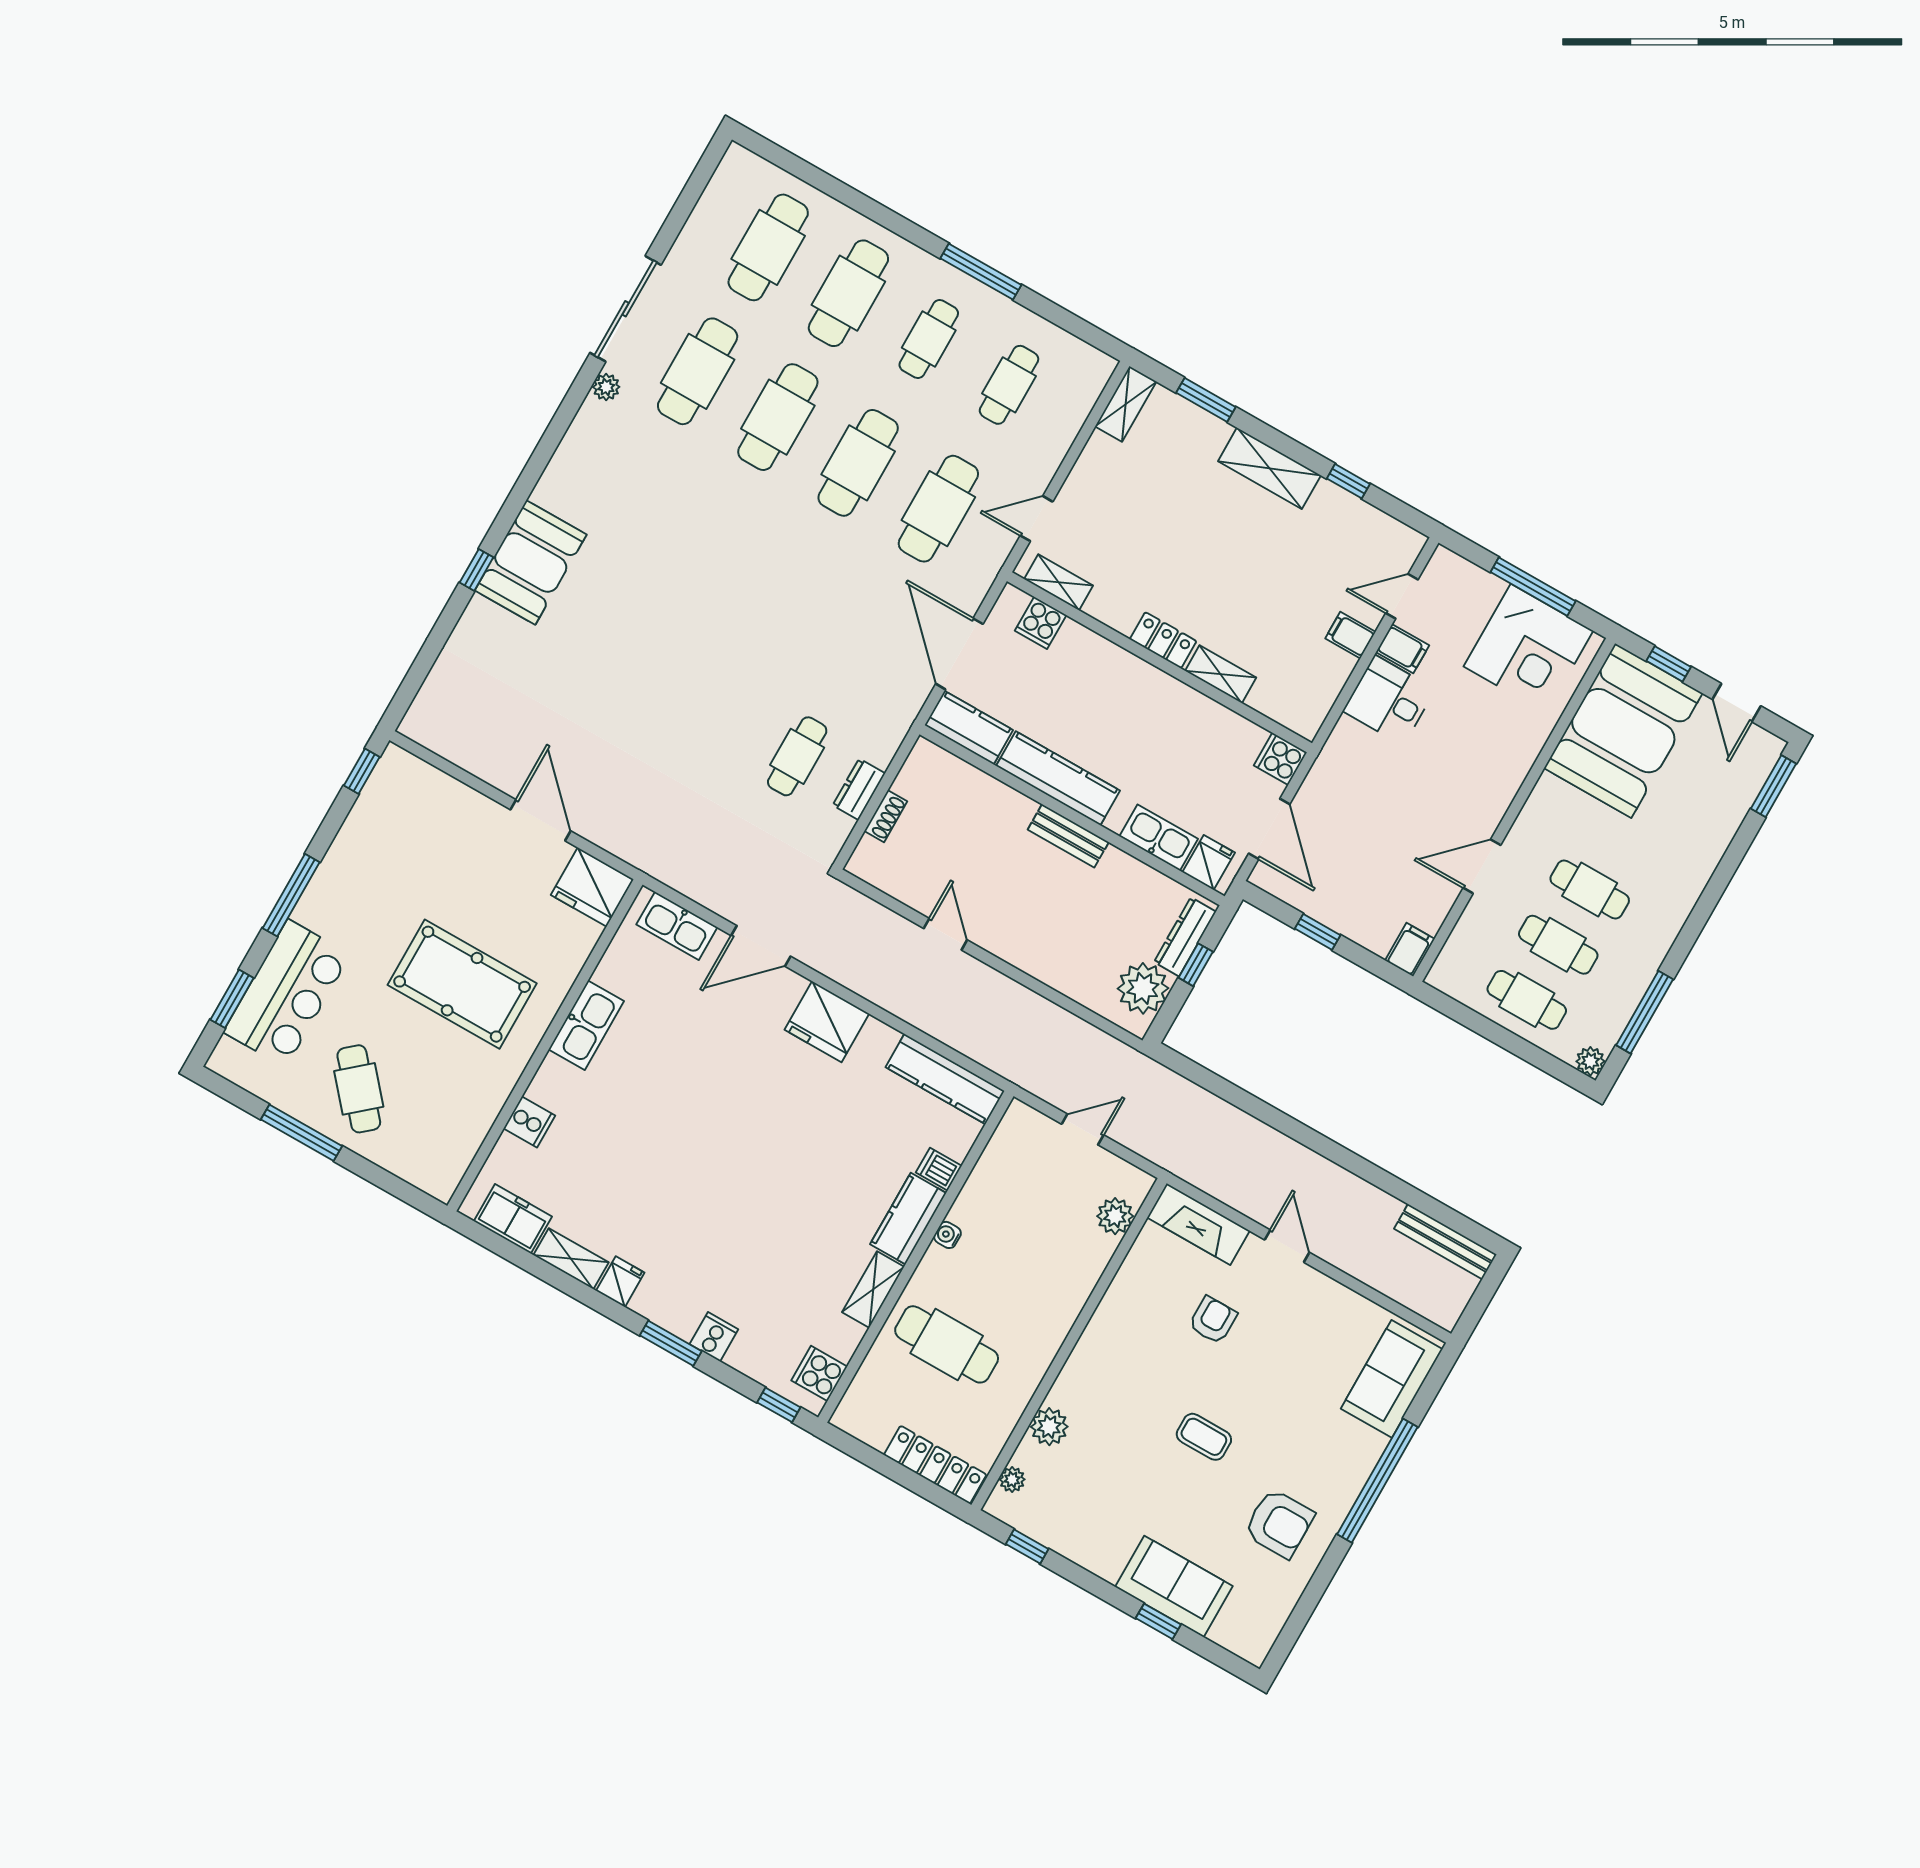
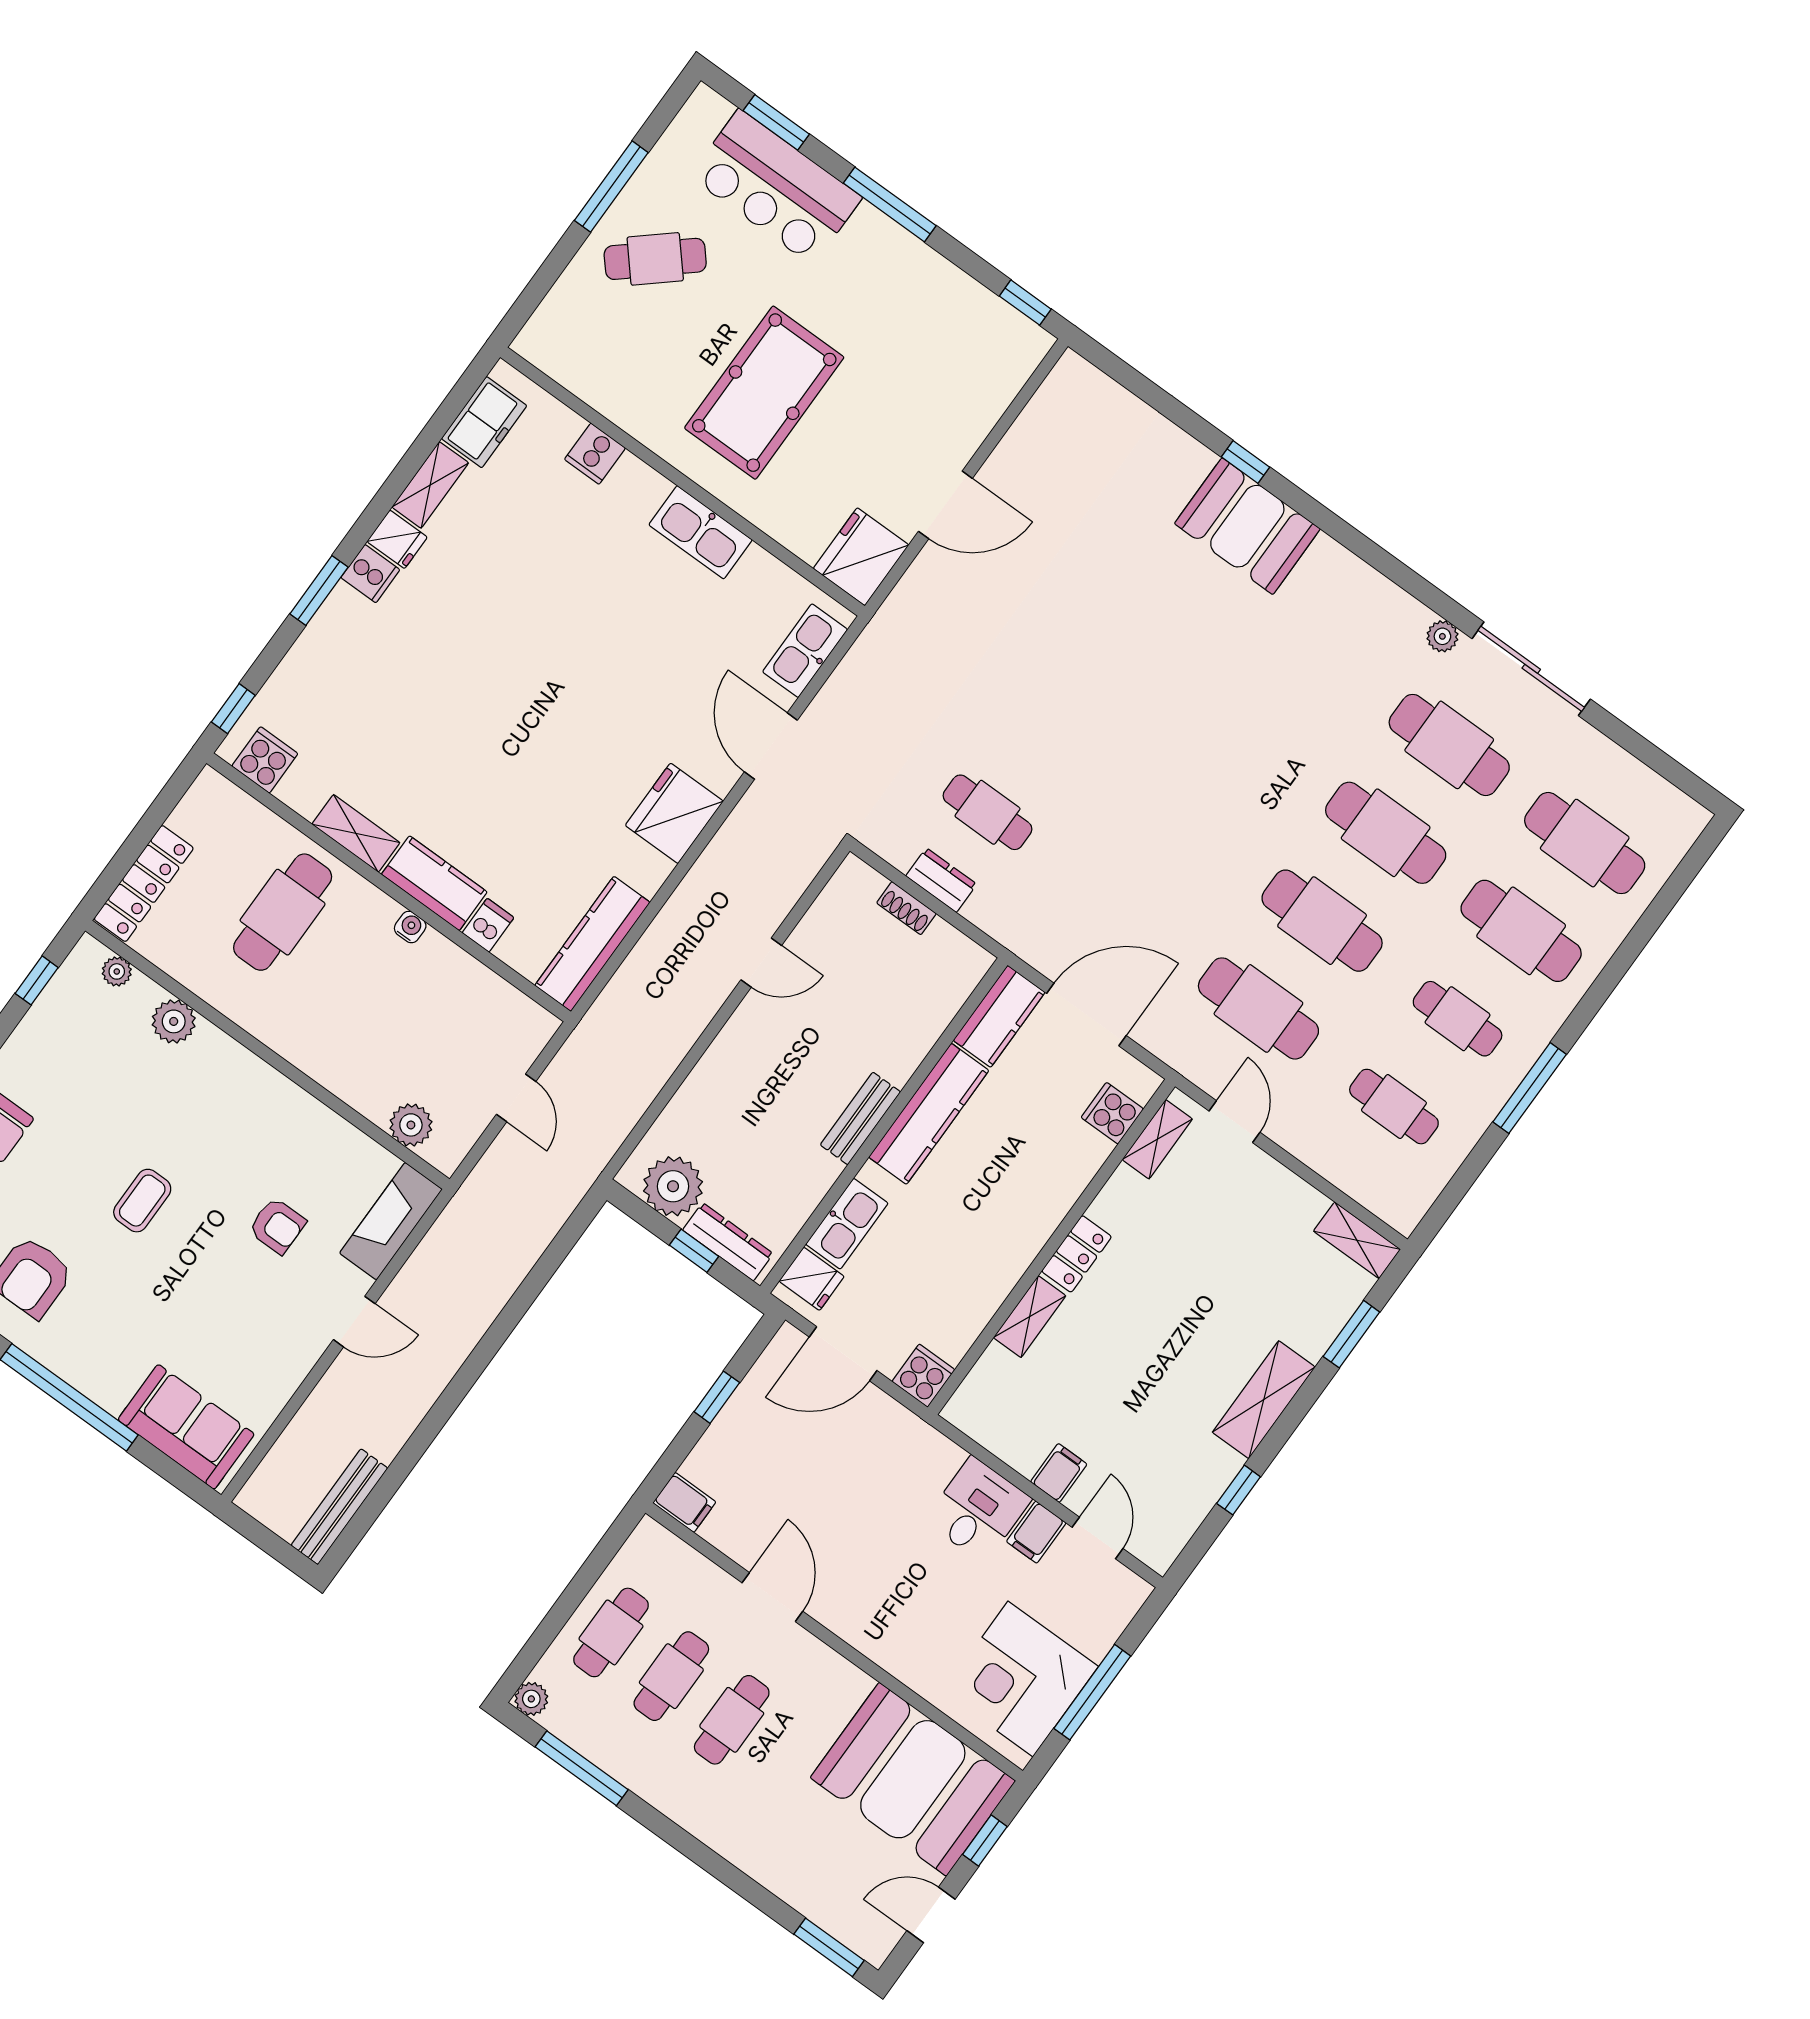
cooker: (714, 1337) -> (370, 574), moved

